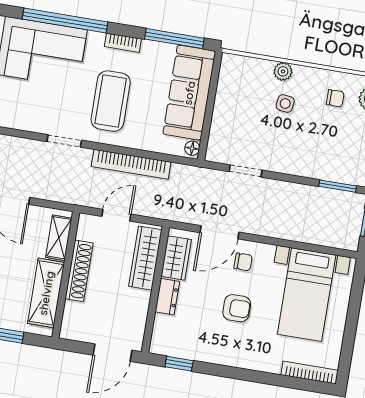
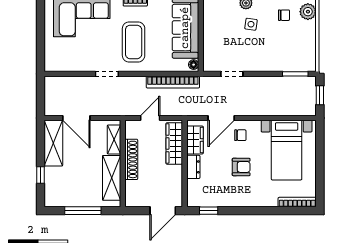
bookcase: (131, 164) -> (173, 82), moved

